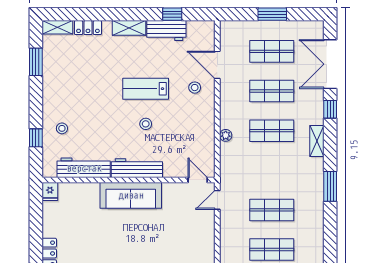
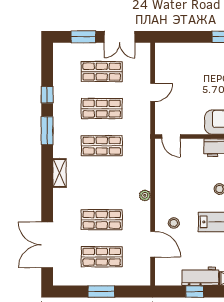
double door: (330, 64) -> (47, 245), swing flipped
window: (330, 109) -> (47, 95), moved
shop shelf: (272, 131) -> (102, 146), moved
plant: (226, 135) -> (145, 195), moved
door: (217, 200) -> (153, 92), moved

